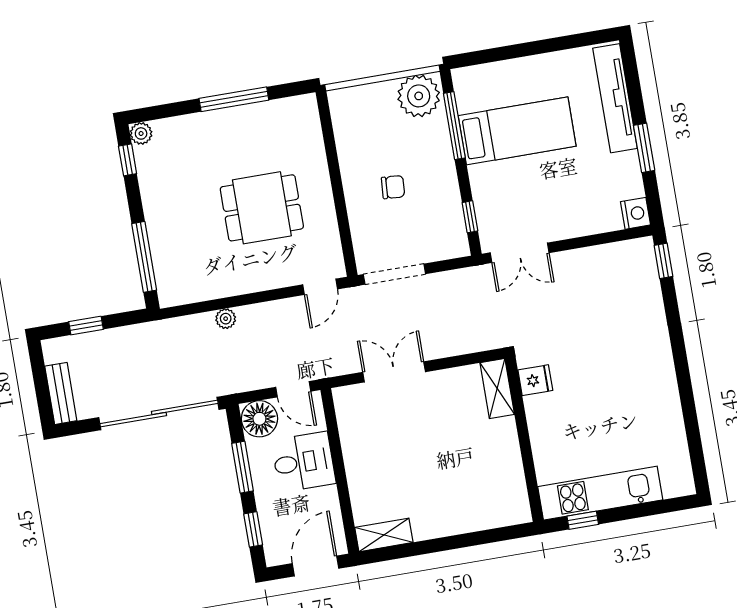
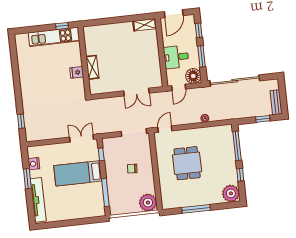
plant: (419, 96) -> (148, 203), moved
bed: (517, 131) -> (78, 173), moved
plant: (141, 133) -> (231, 193), width x1.87, depth x1.87
window: (128, 160) -> (240, 175), moved
dining table: (262, 208) -> (187, 163), turned 90
nightstand: (635, 213) -> (34, 164), moved
window: (663, 261) -> (21, 121), moved
fridge: (535, 380) -> (77, 72), moved
door: (293, 389) -> (179, 87), swing flipped
shelving: (497, 389) -> (92, 67), moved
bench: (61, 393) -> (276, 102), moved

